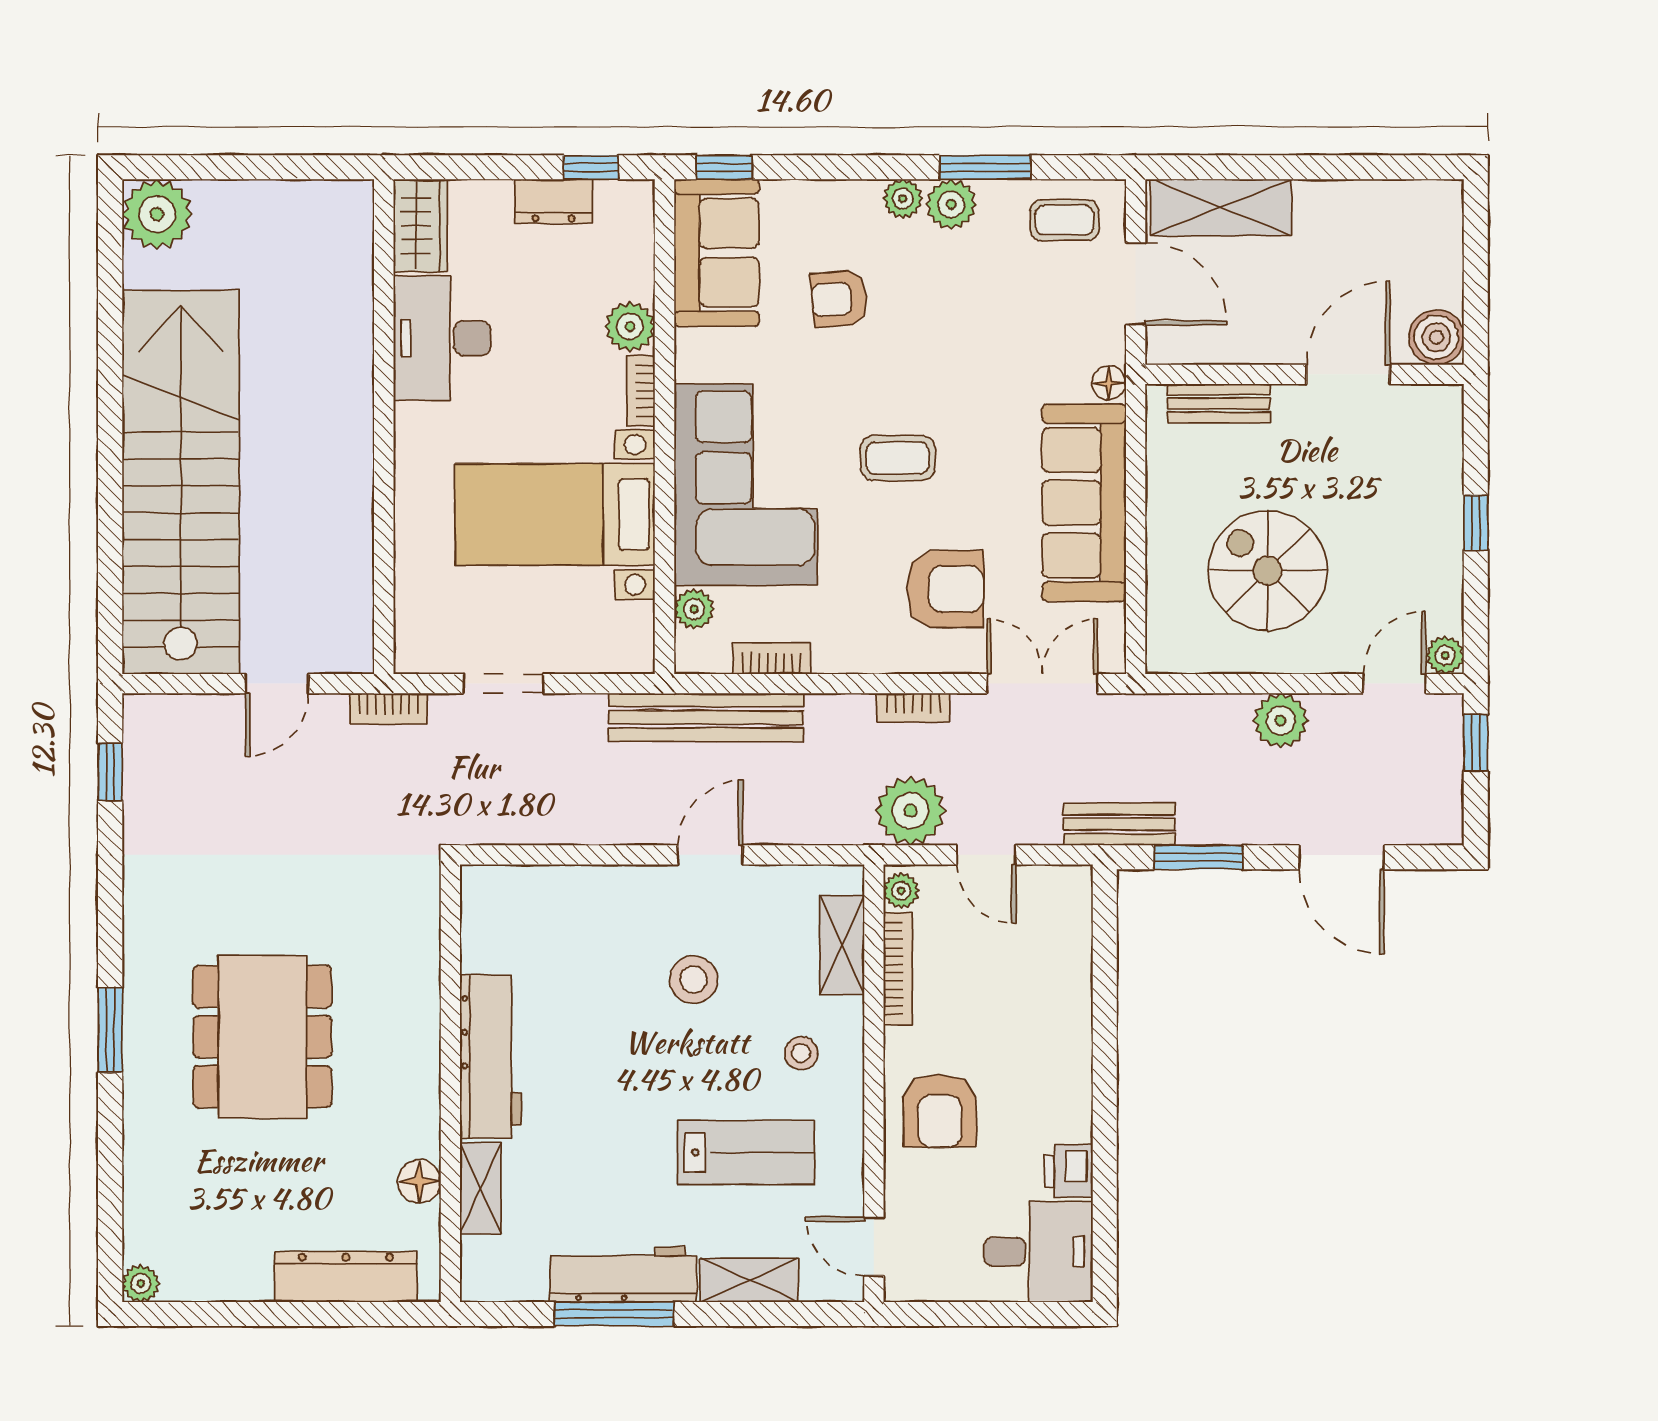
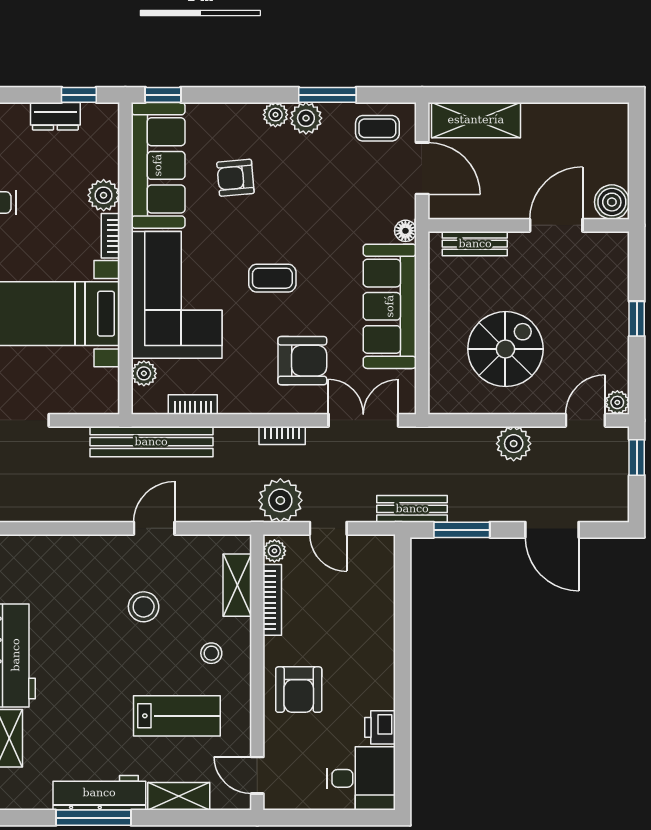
sofa: (716, 253) -> (158, 165), width x1.36
spiral stairs: (1268, 571) -> (505, 349), turned 90

